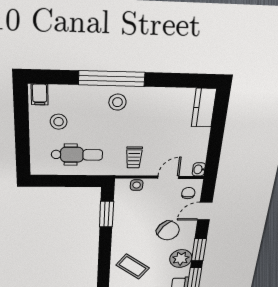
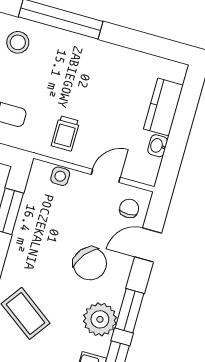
stool: (117, 102) -> (18, 42), moved
kitchen counter: (204, 108) -> (163, 107), moved
washbasin: (199, 169) -> (158, 146), moved

